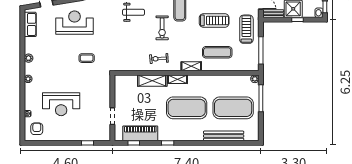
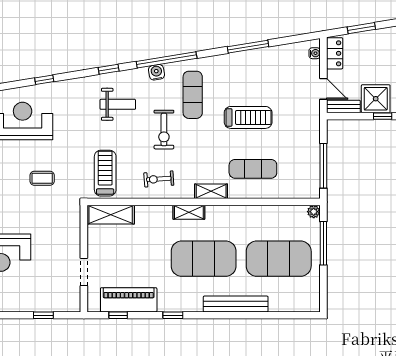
treadmill: (246, 29) -> (105, 173), moved
shelving: (152, 81) -> (111, 215), moved
bench: (224, 136) -> (236, 304), moved

